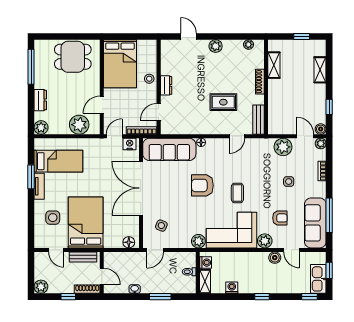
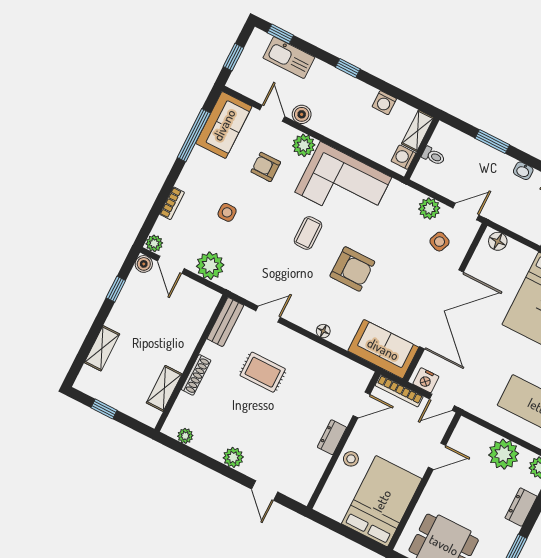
plant: (79, 125) -> (504, 454), moved
sofa: (169, 149) -> (383, 349), width x0.73
sofa: (315, 223) -> (224, 125), width x0.73
plant: (198, 241) -> (429, 209), moved
kitchen sink: (318, 279) -> (289, 58), moved, turned 90

